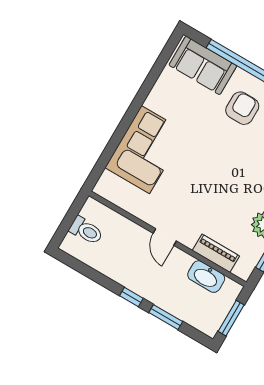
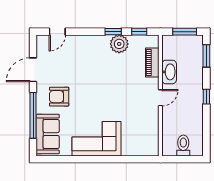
corner sofa: (145, 150) -> (96, 139), moved
washbasin: (206, 277) -> (169, 72), moved
window: (166, 317) -> (206, 56), moved

